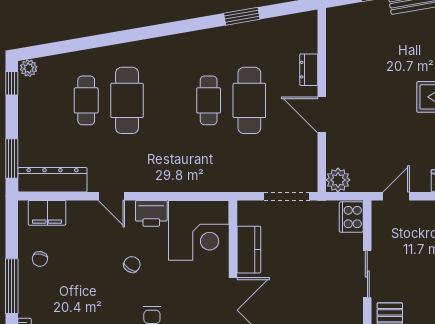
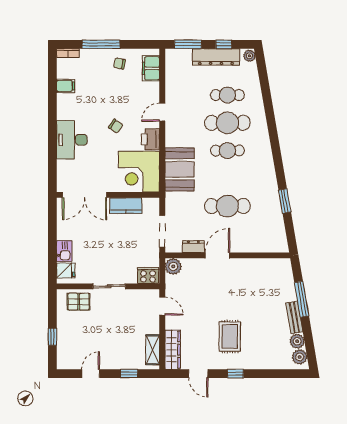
dresser: (309, 70) -> (193, 246), moved
window: (12, 83) -> (224, 44), moved
cafe table: (209, 100) -> (227, 151), moved
booth: (195, 171) -> (180, 169), added
dresser: (52, 180) -> (216, 57), moved, turned 90

